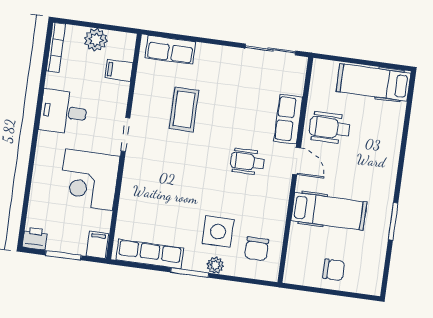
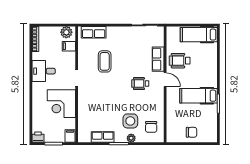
plant: (96, 40) -> (66, 32), moved
hospital bed: (329, 211) -> (198, 96), moved, turned 180
row of seats: (150, 254) -> (103, 137), width x0.68

